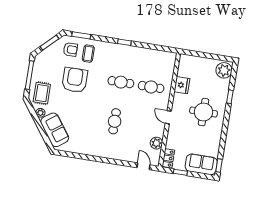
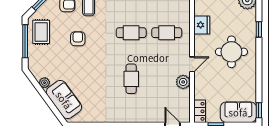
armchair: (75, 80) -> (78, 39), width x0.53, depth x0.53
rug: (42, 93) -> (41, 32), moved
door: (168, 117) -> (192, 64), swing flipped
plant: (156, 143) -> (183, 82), moved

